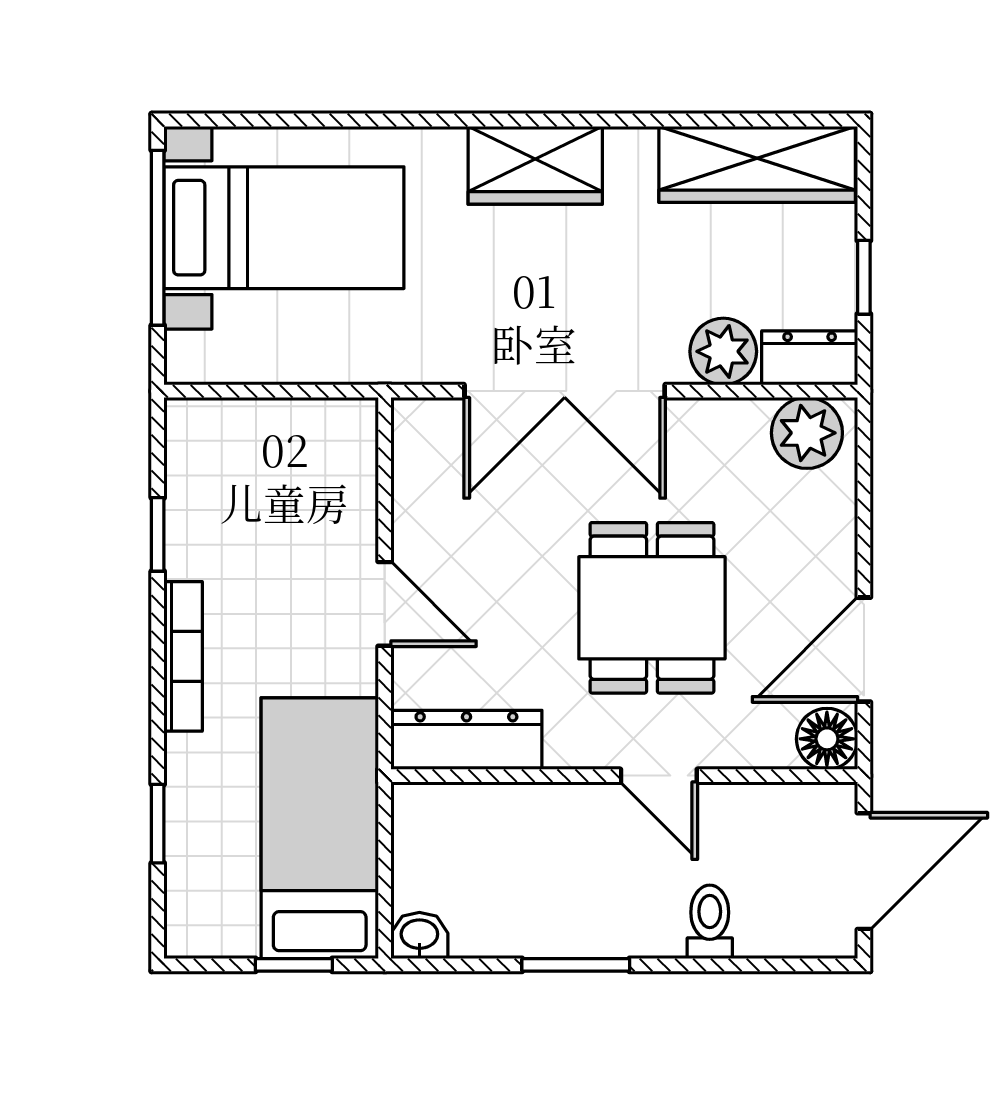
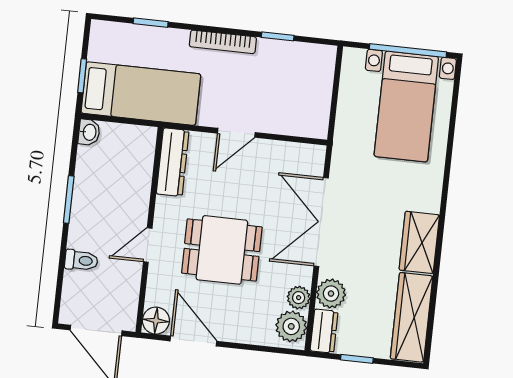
wardrobe: (535, 165) -> (419, 242), moved
plant: (740, 423) -> (299, 298), added

